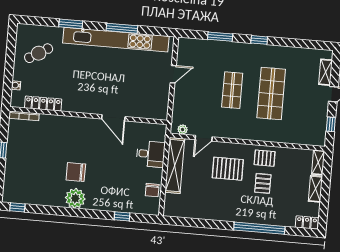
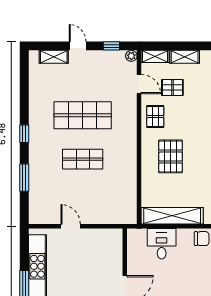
plant: (183, 130) -> (131, 56), moved
door: (204, 138) -> (139, 84), moved
pallet: (263, 183) -> (172, 88), moved

